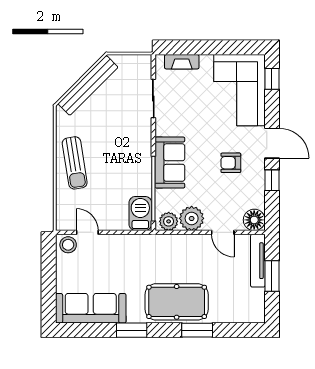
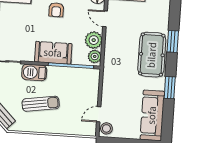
sun lounger: (75, 163) -> (41, 104), moved
barbecue: (140, 213) -> (34, 72), moved
door: (223, 232) -> (105, 19), swing flipped

